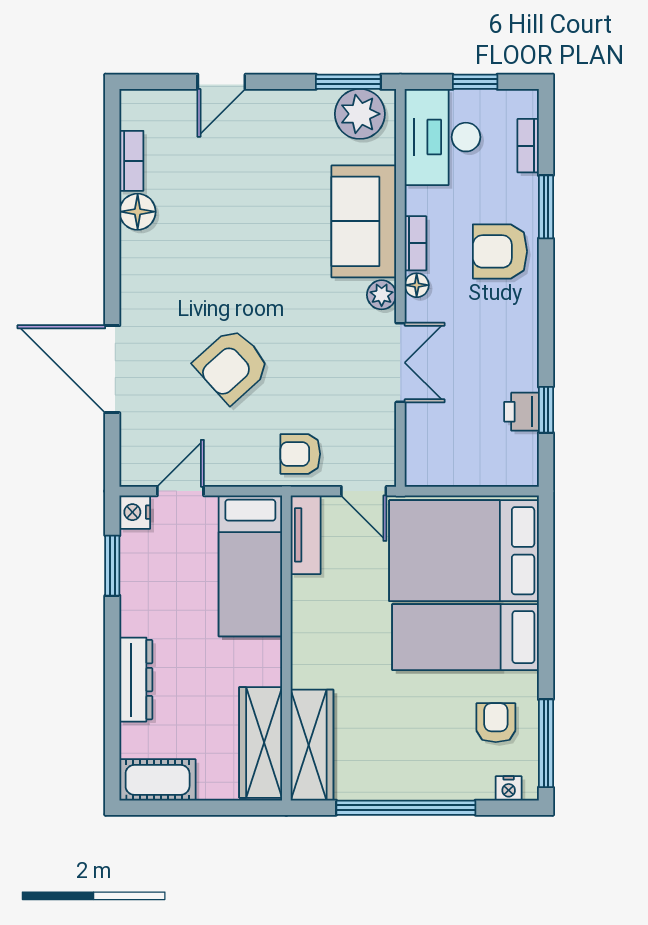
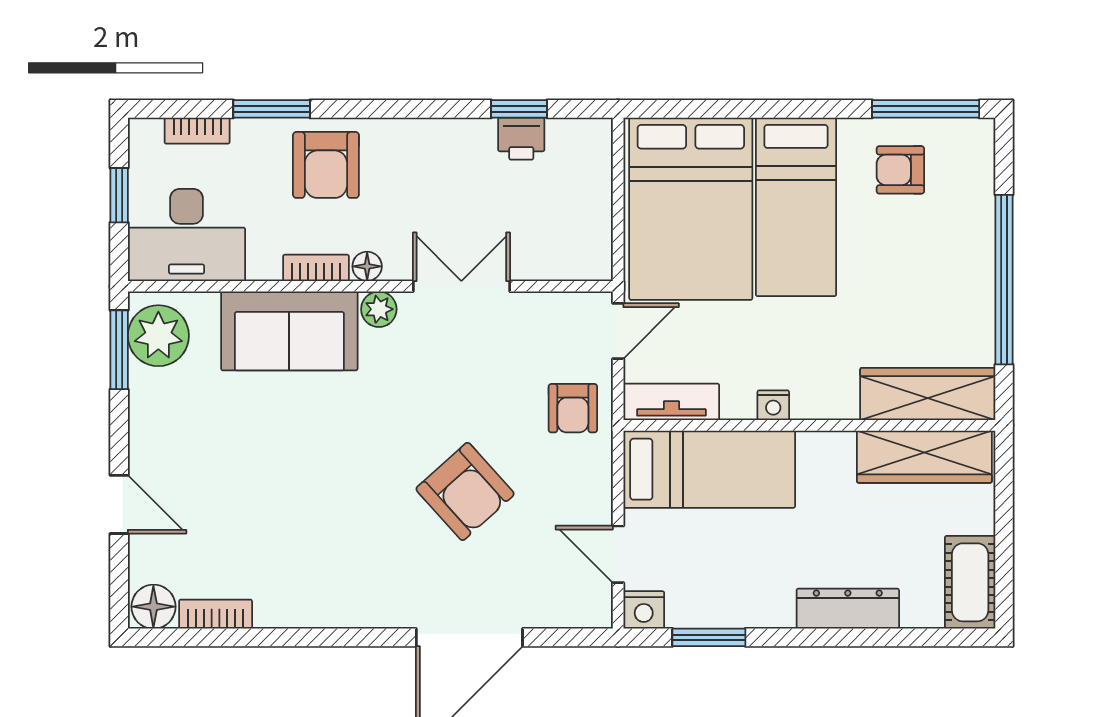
floor lamp: (138, 212) -> (153, 607), moved
nightstand: (509, 788) -> (773, 405), moved, turned 90

